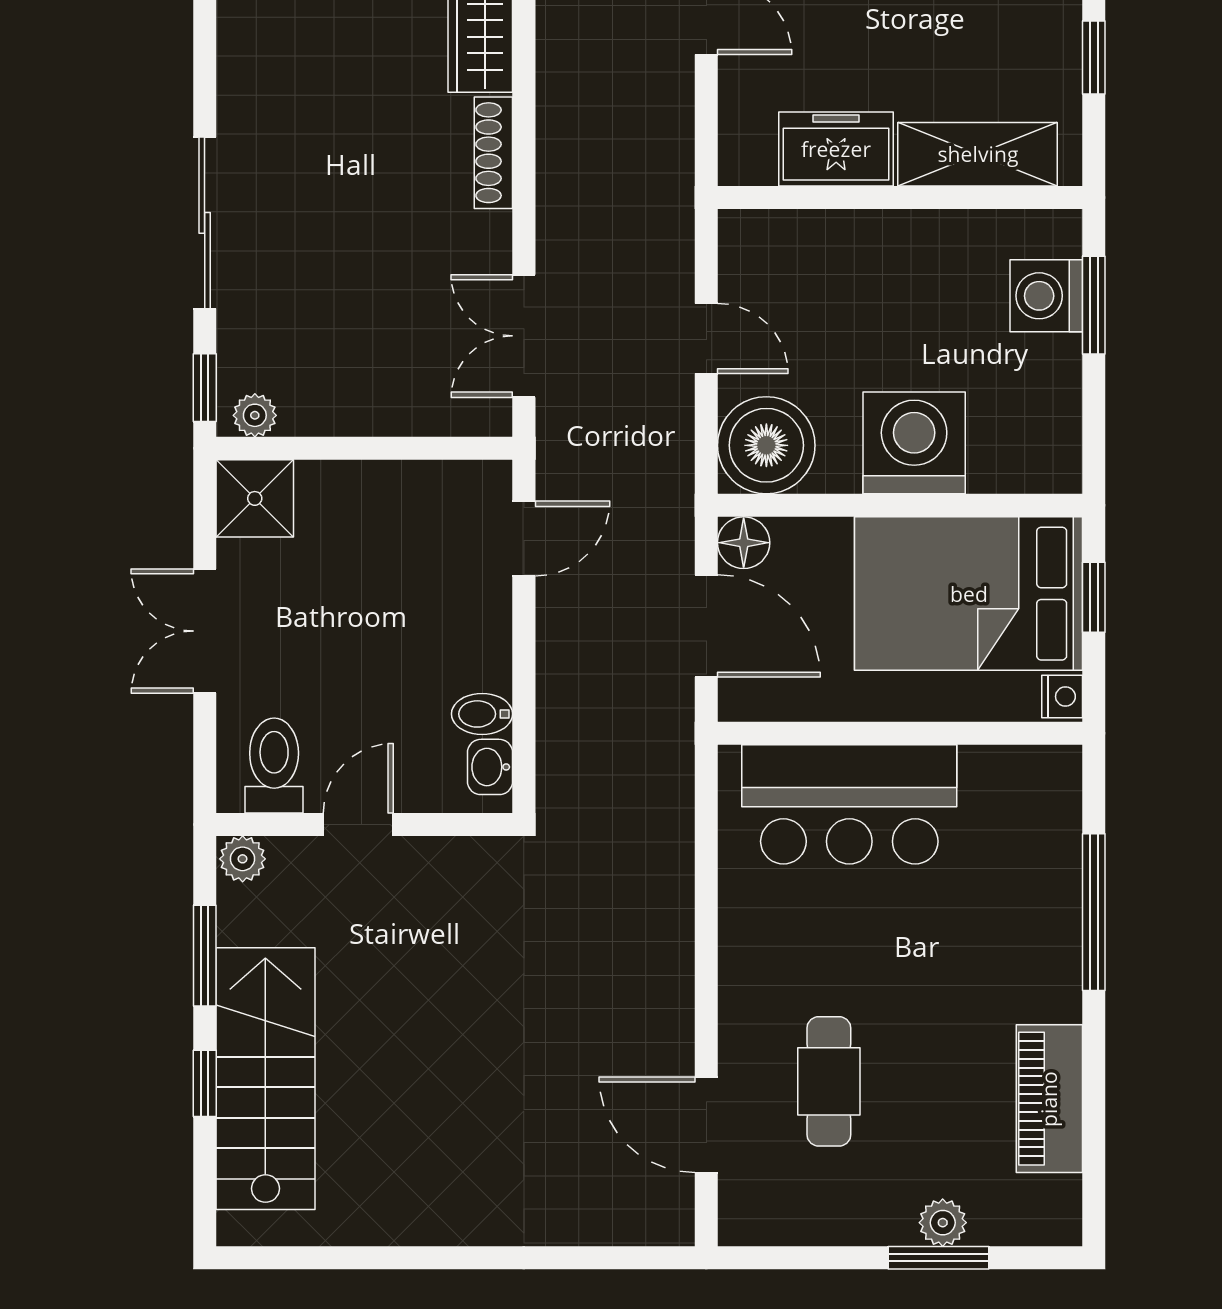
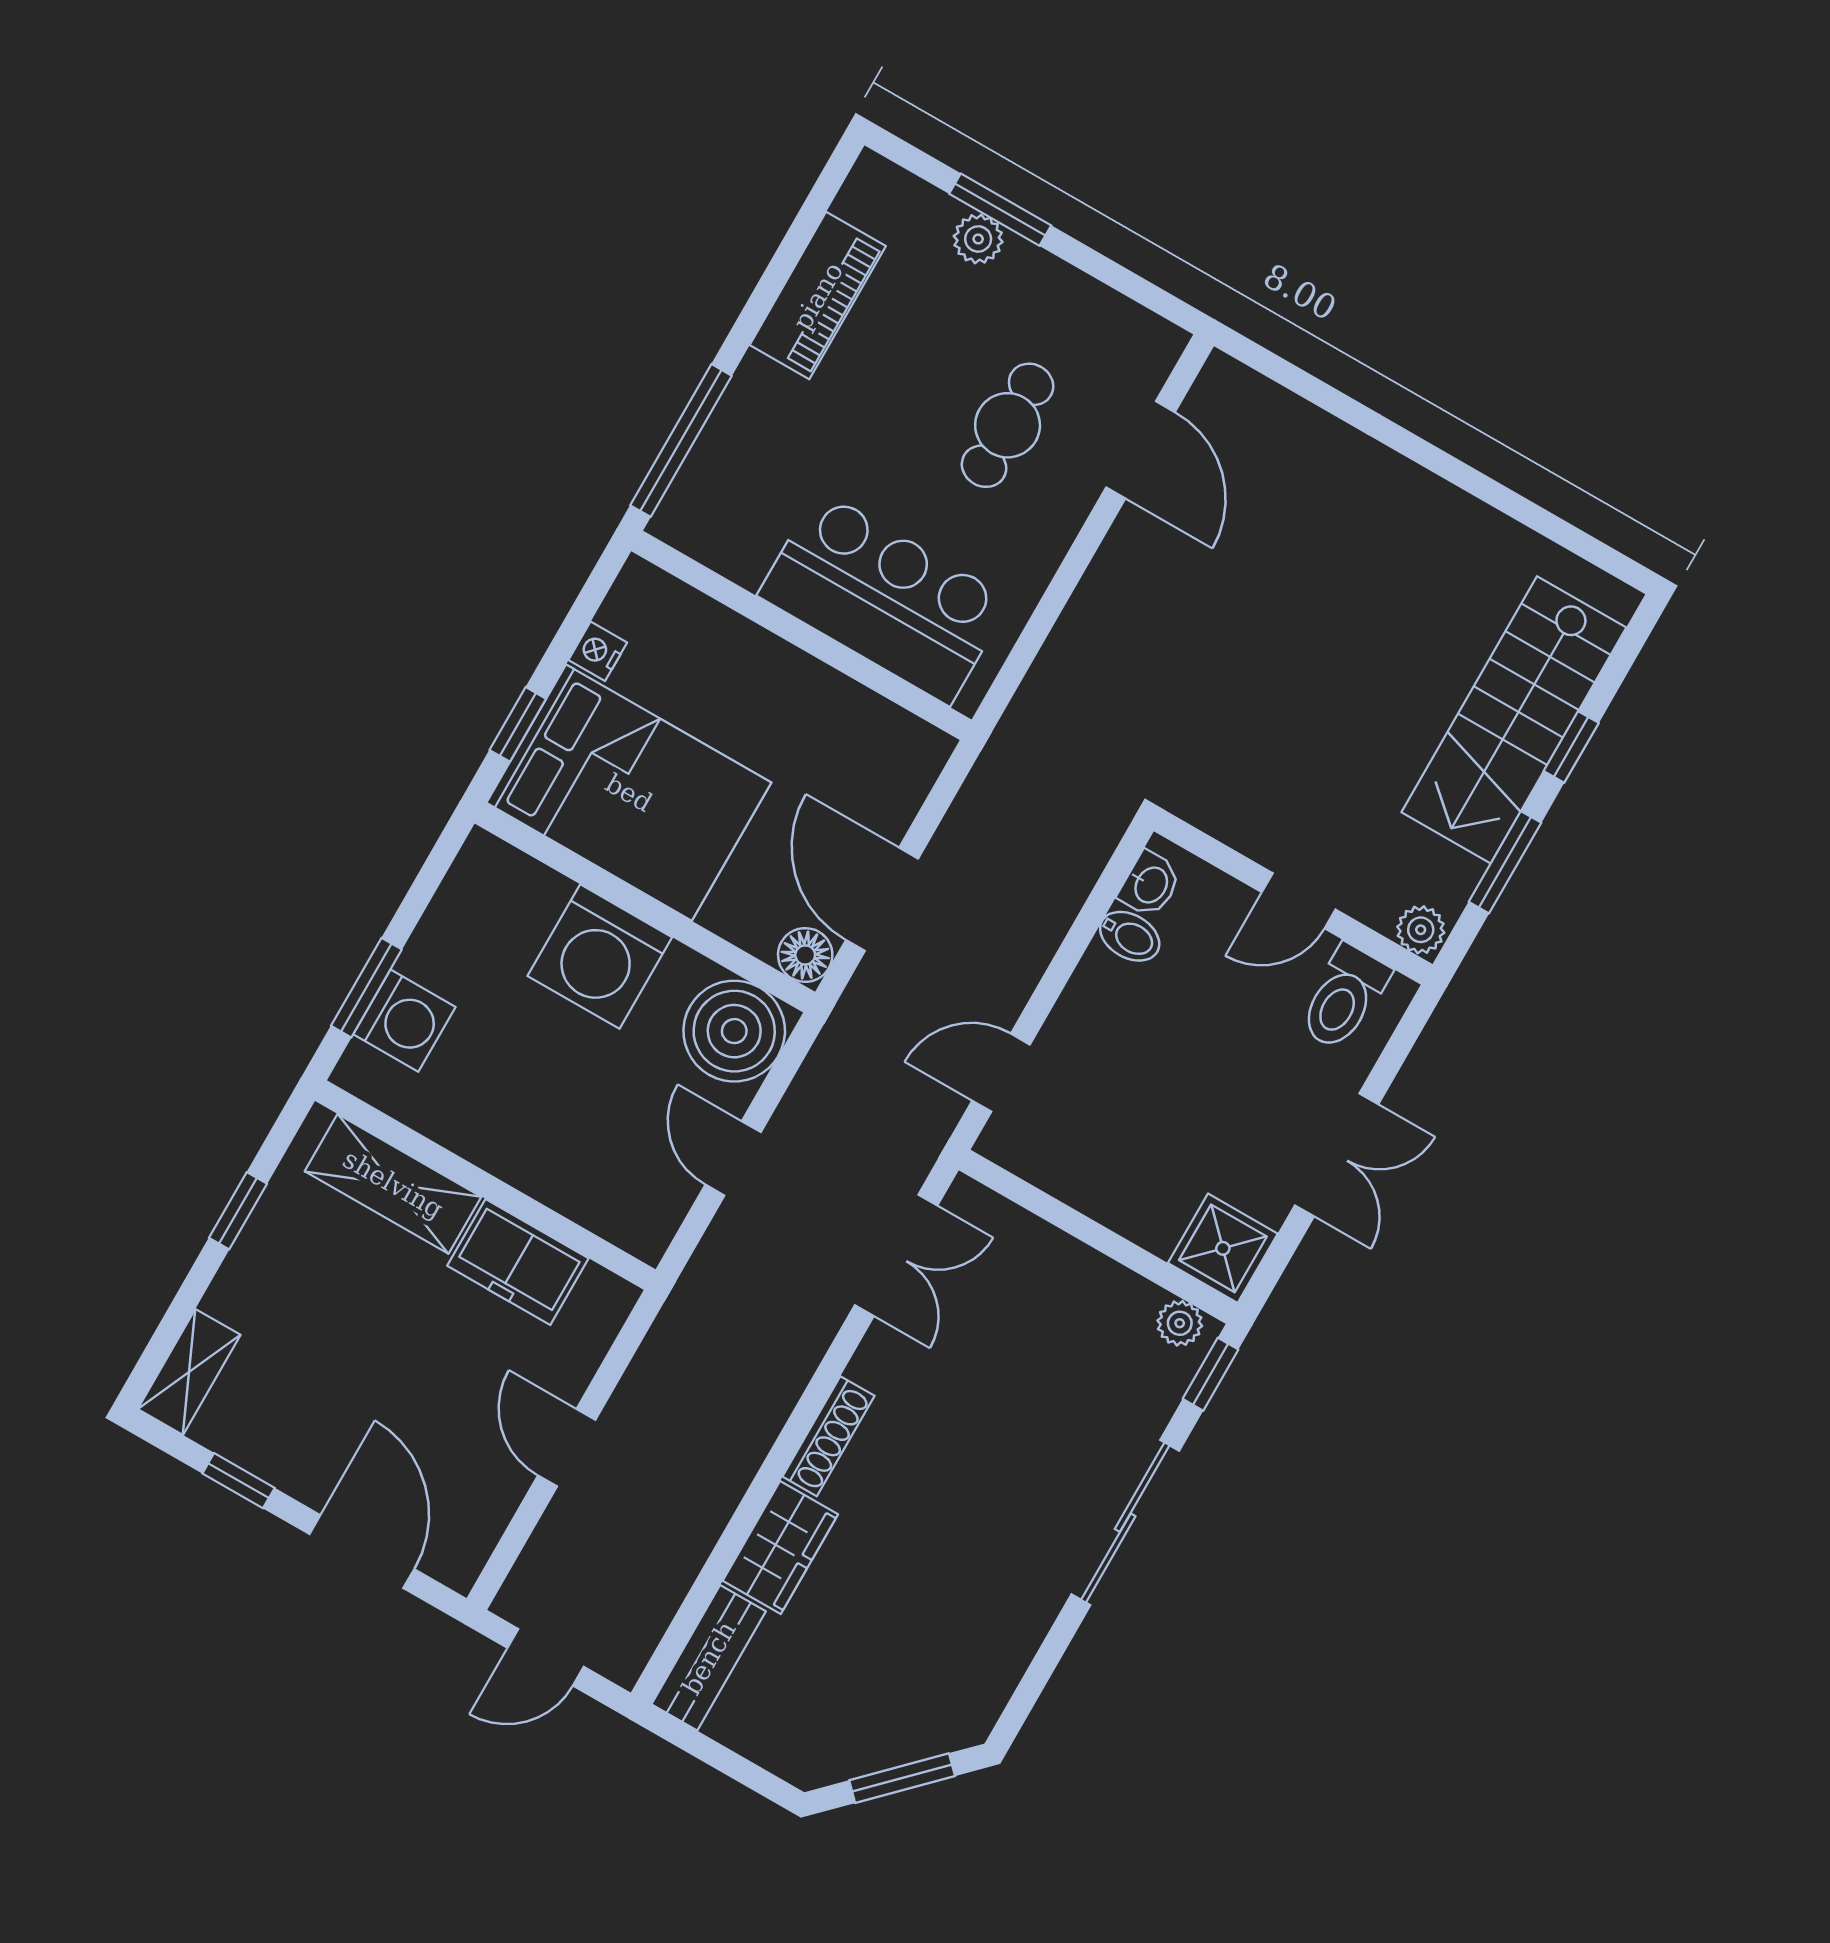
wall: (900, 733) -> (801, 635), moved
bar counter: (849, 804) -> (884, 598), moved

